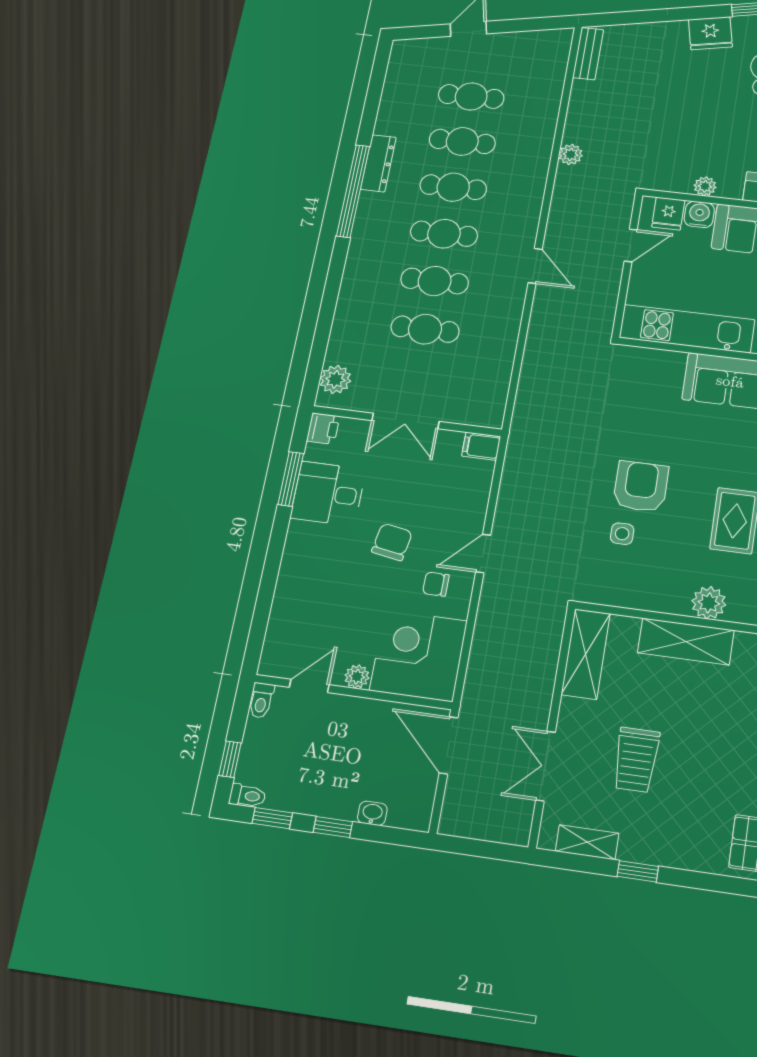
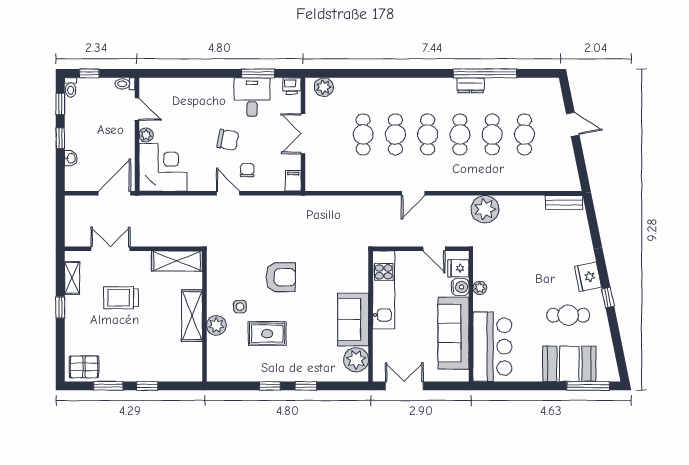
plant: (571, 154) -> (485, 209), width x1.87, depth x1.87
dresser: (378, 163) -> (471, 85), width x0.70
window: (353, 191) -> (485, 73), moved
side table: (622, 534) -> (240, 307), moved
chair: (436, 584) -> (247, 170), moved

